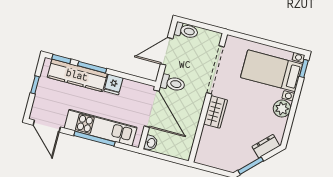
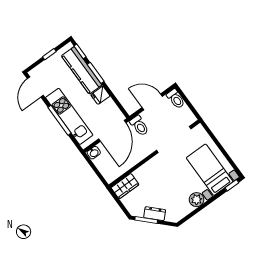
wardrobe: (215, 112) -> (125, 186), moved
dresser: (266, 146) -> (155, 214), moved

